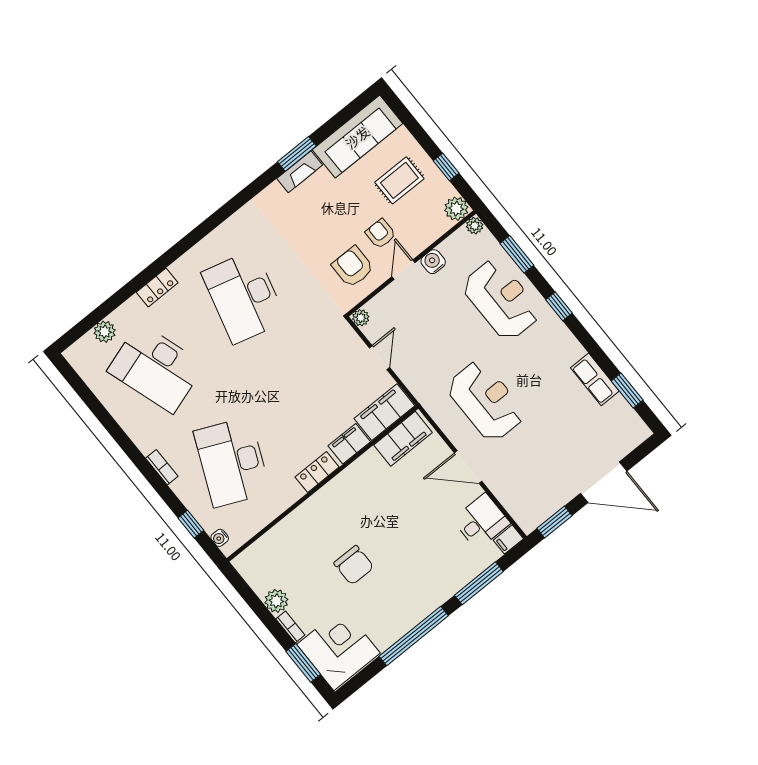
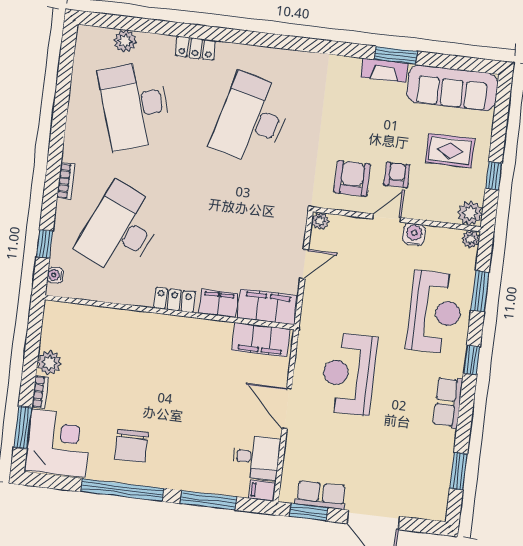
row of seats: (595, 379) -> (448, 402), moved
reception desk: (486, 401) -> (349, 374), turned 180
row of seats: (551, 502) -> (321, 495), added
chair: (354, 565) -> (131, 446), moved

